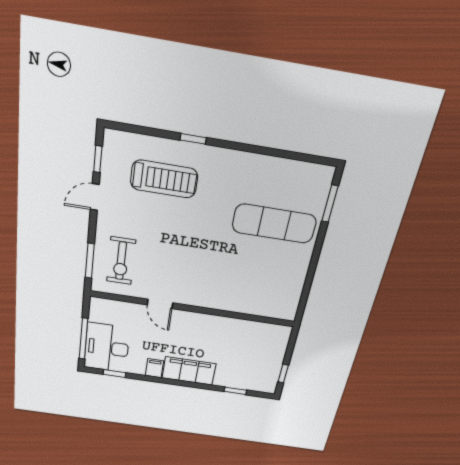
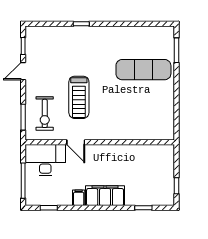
treadmill: (164, 179) -> (79, 97), moved, turned 90
desk: (107, 348) -> (45, 160), moved, turned 90

